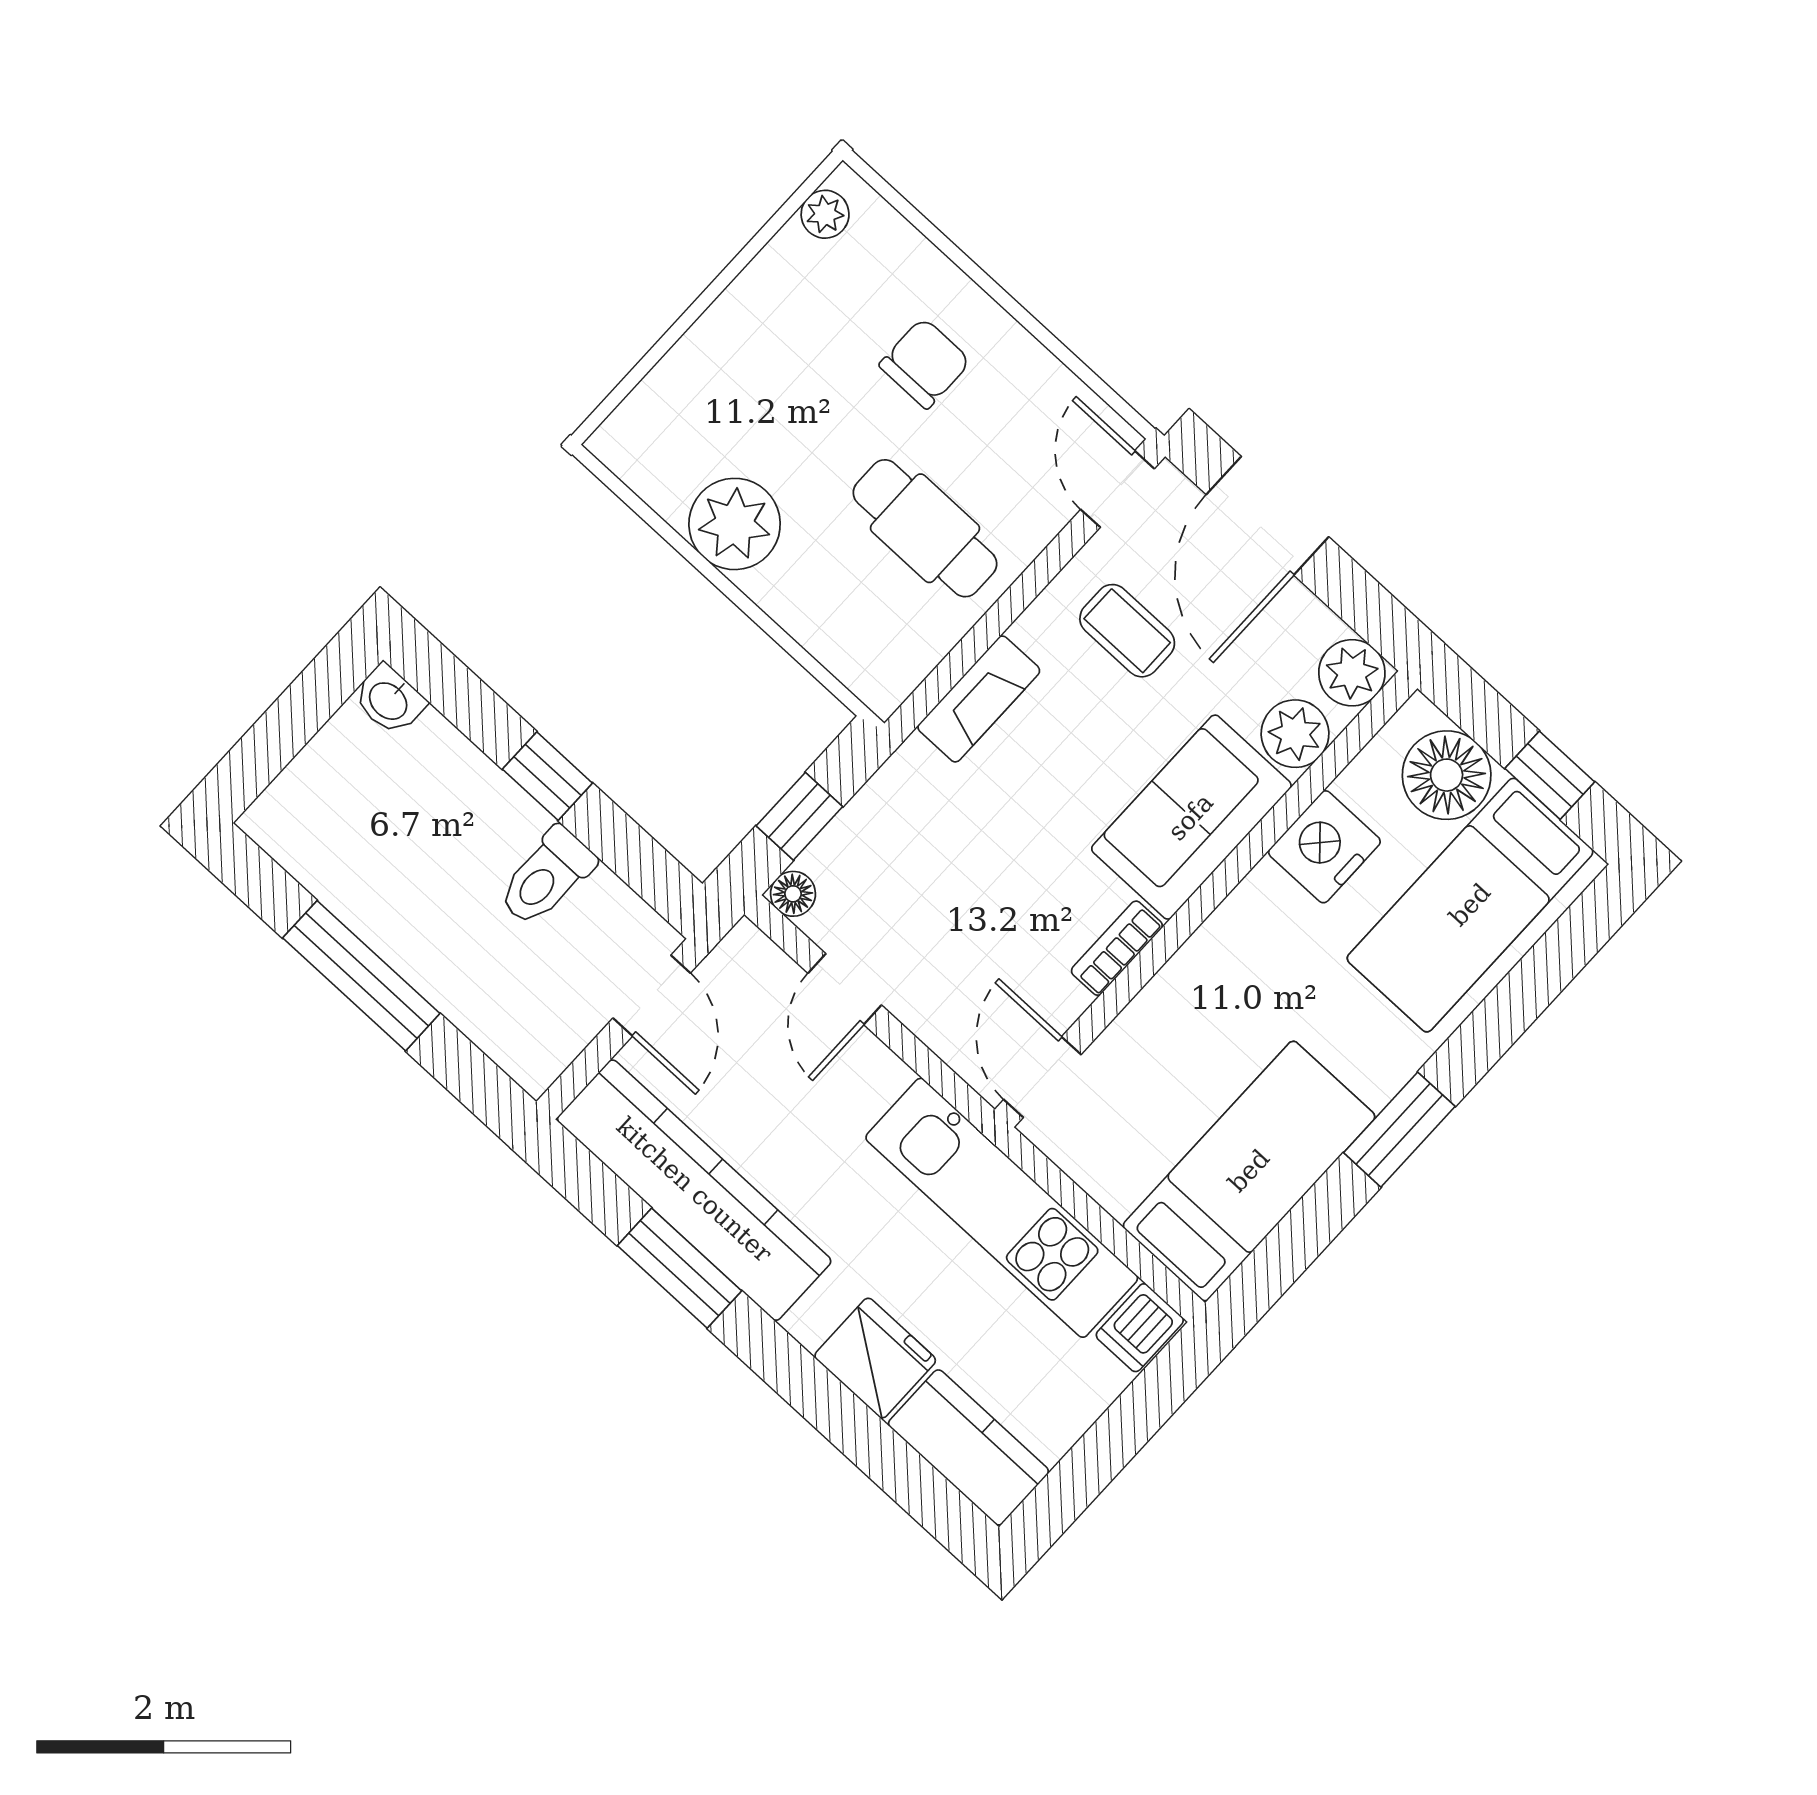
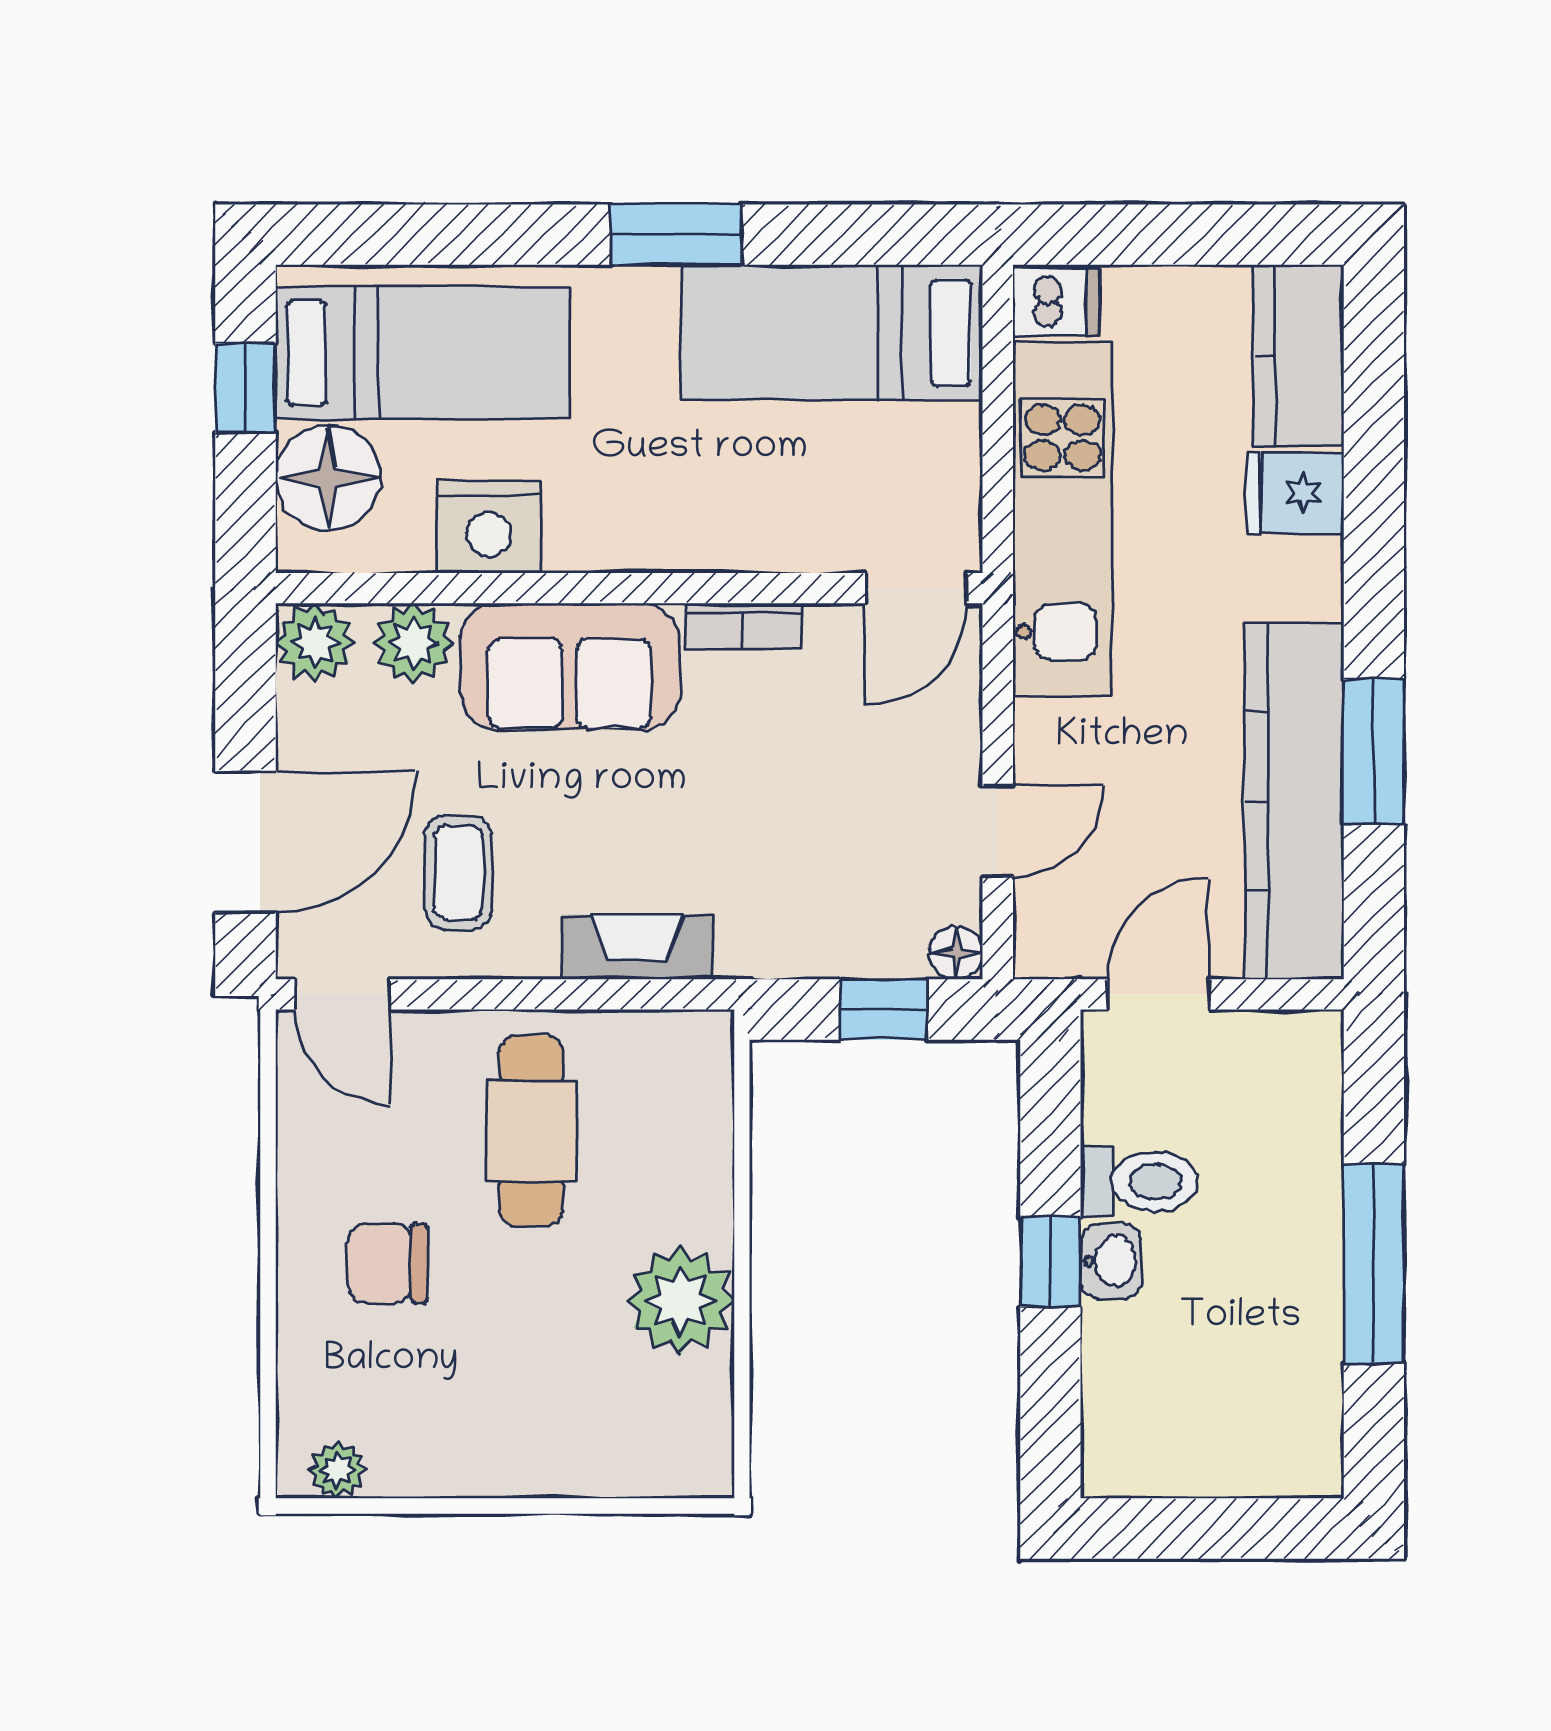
door: (1118, 489) -> (342, 994), hinge flipped
washbasin: (389, 700) -> (1111, 1261), moved
fridge: (875, 1358) -> (1295, 493), width x0.72

